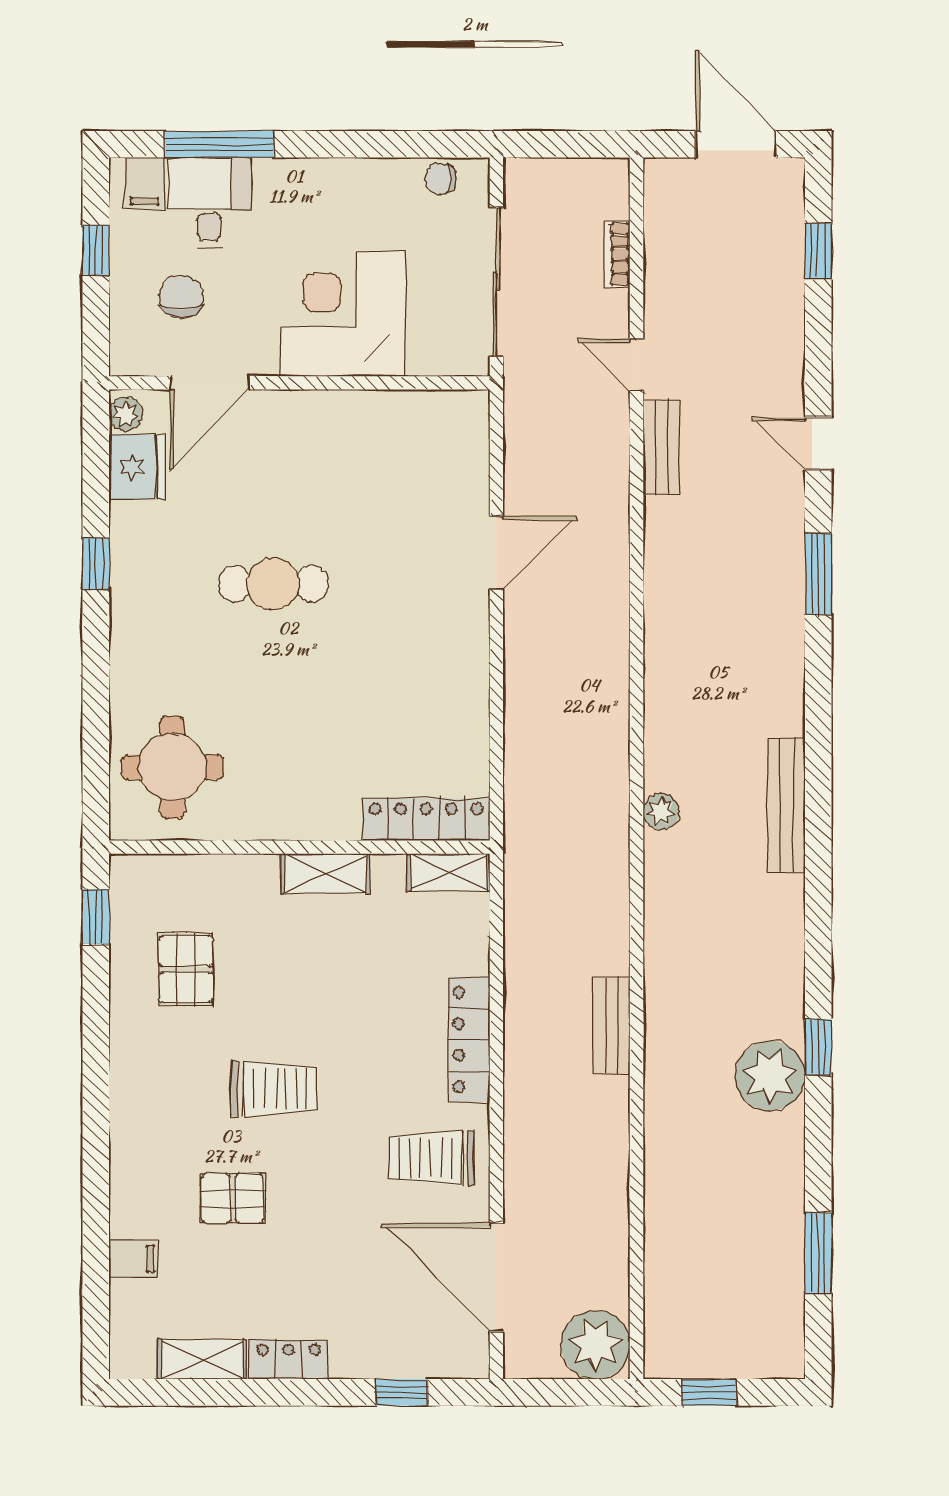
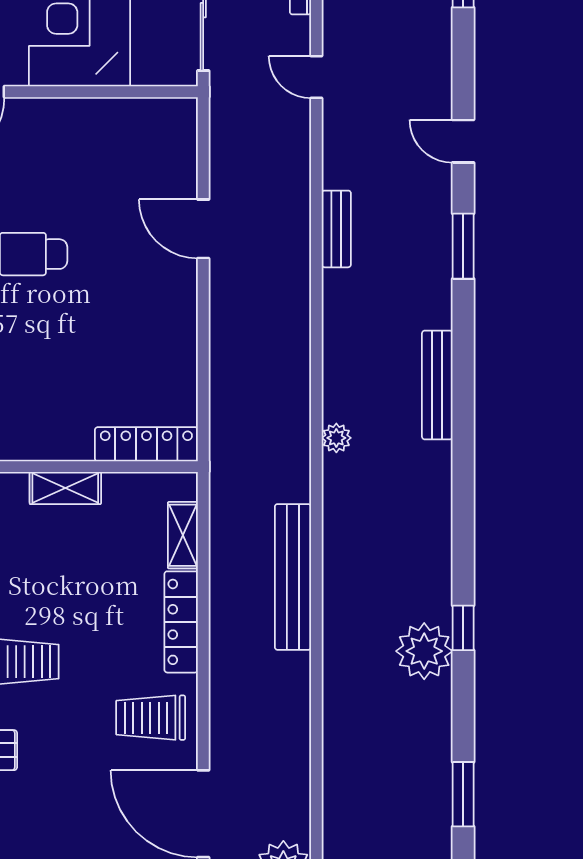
bench: (661, 447) -> (336, 229), moved
door: (496, 553) -> (203, 229), swing flipped
bench: (786, 805) -> (437, 385), moved
shelving: (449, 872) -> (183, 535), moved, turned 90
bench: (611, 1026) -> (293, 577), width x1.86, depth x1.21

